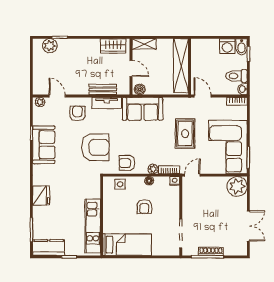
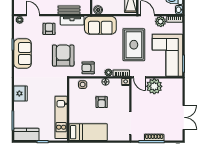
plant: (219, 104) -> (161, 22), added
rug: (185, 134) -> (134, 45), width x1.36, depth x1.43
armchair: (95, 147) -> (63, 56), turned -90
door: (192, 175) -> (140, 77), swing flipped
plant: (237, 186) -> (154, 86), moved

